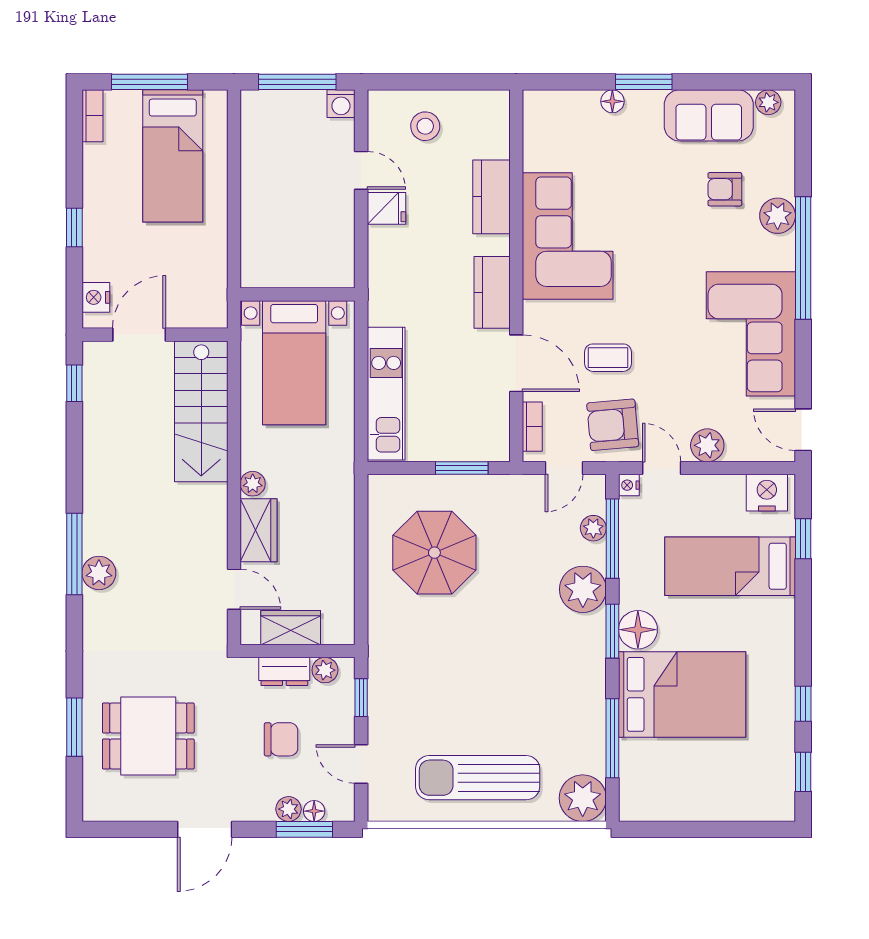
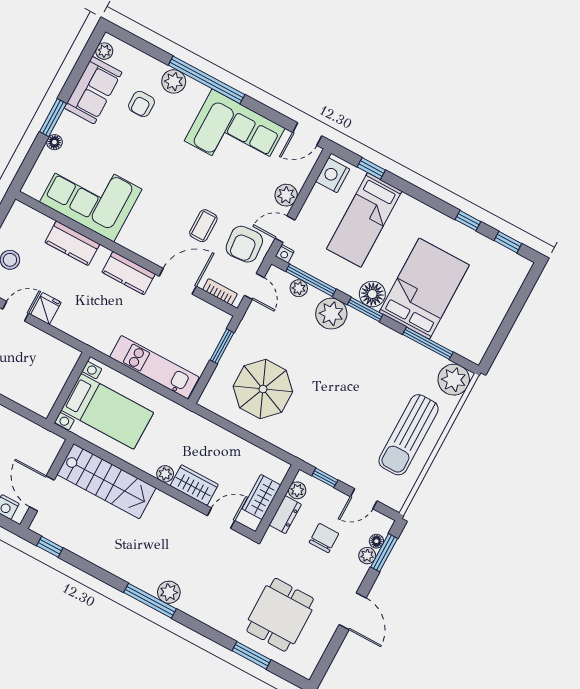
corner sofa: (568, 236) -> (91, 196), moved

